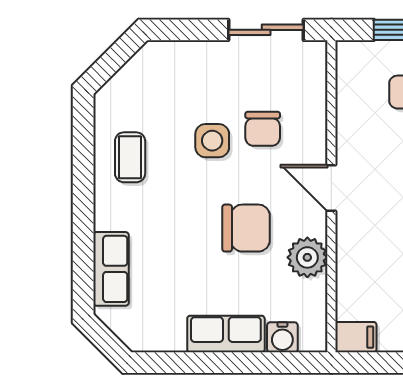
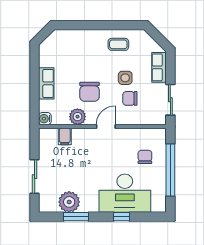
row of seats: (111, 269) -> (159, 67), moved, turned 90
water cooler: (282, 337) -> (45, 119), moved
filing cabinet: (356, 337) -> (65, 137), moved

